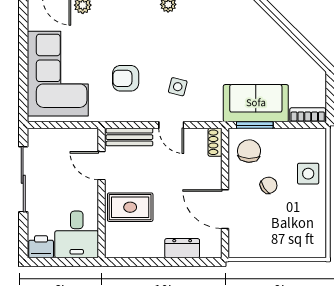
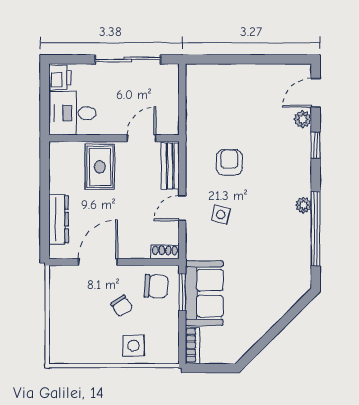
corner sofa: (58, 74) -> (234, 94), removed
dresser: (182, 248) -> (59, 219), width x1.44

